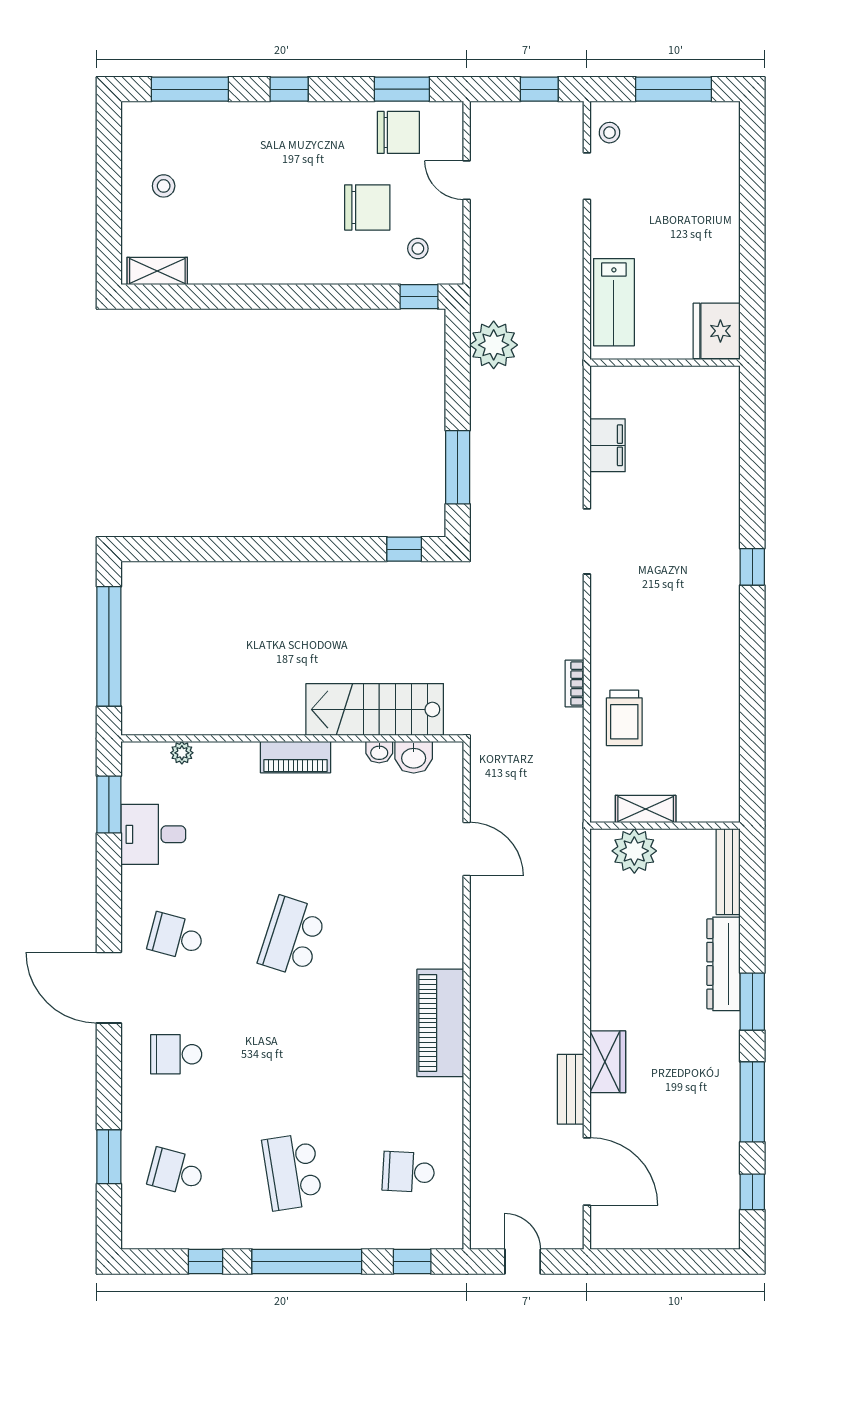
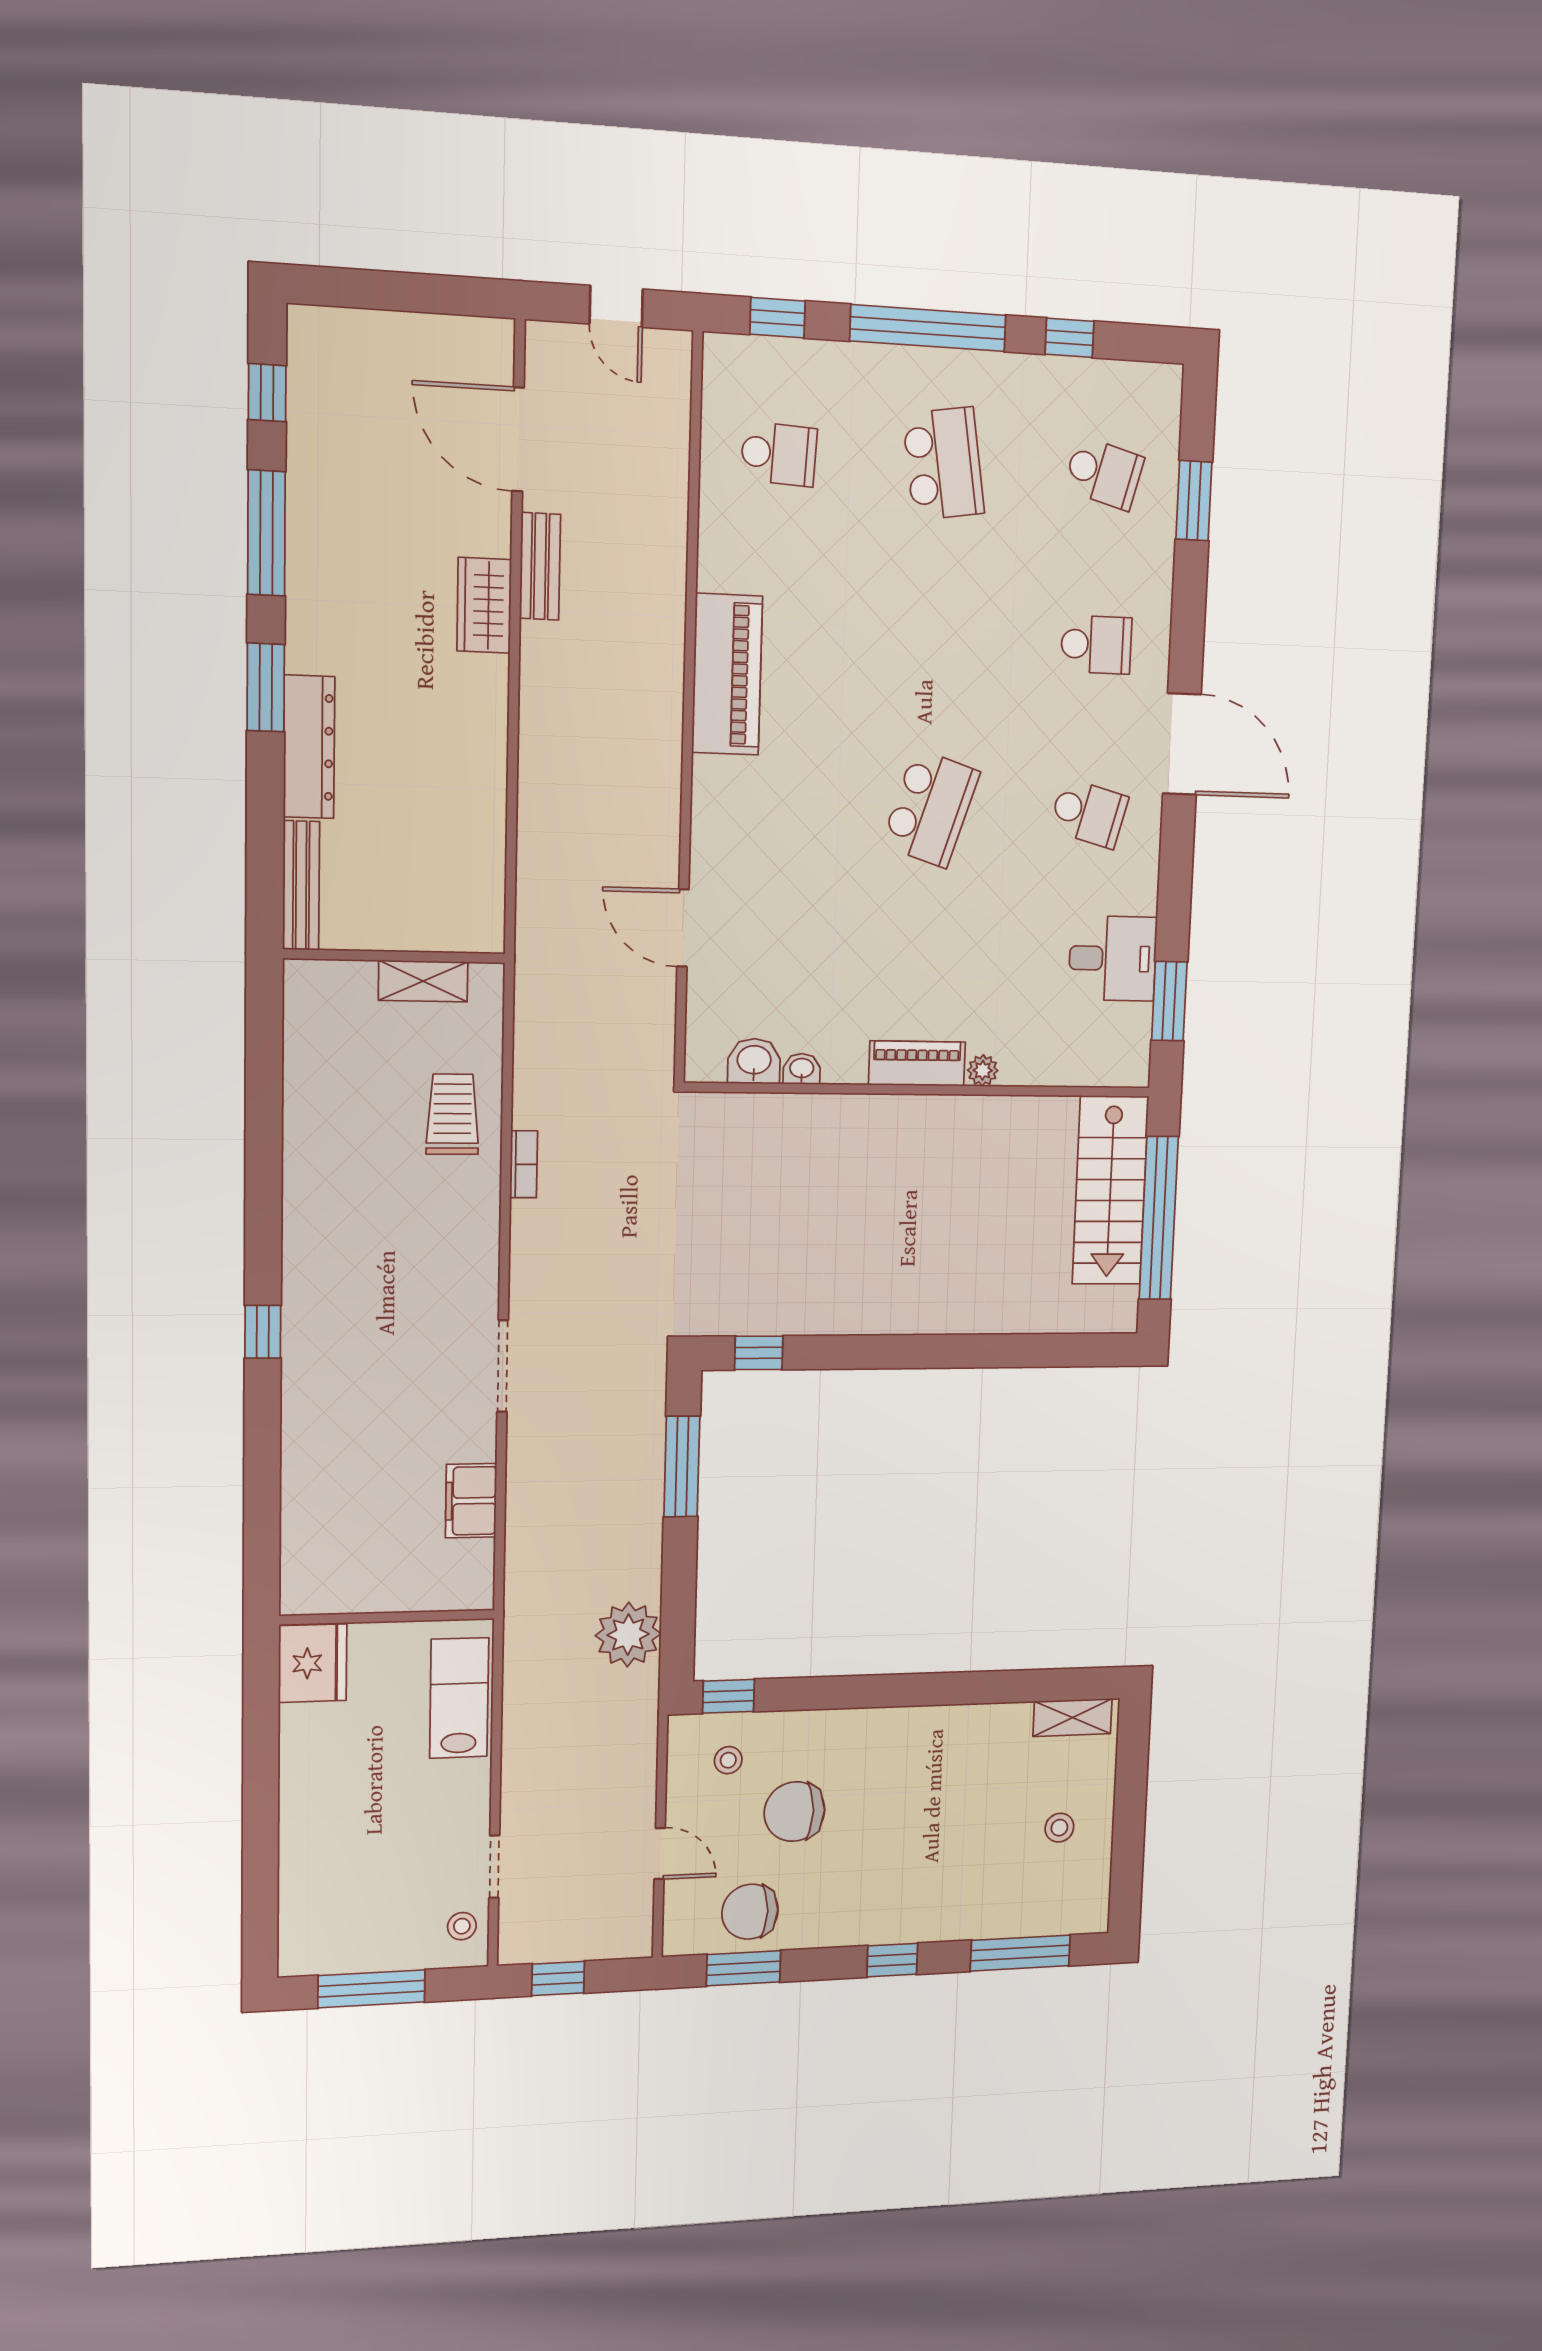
stairs: (375, 709) -> (1110, 1190), moved, turned 90
plant: (182, 753) -> (983, 1070), moved
plant: (634, 851) -> (441, 920), removed

